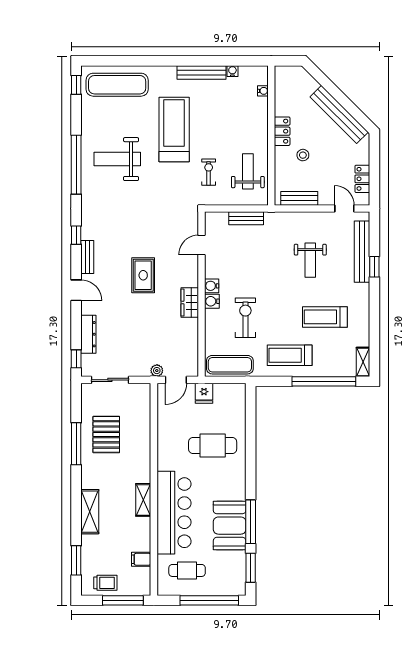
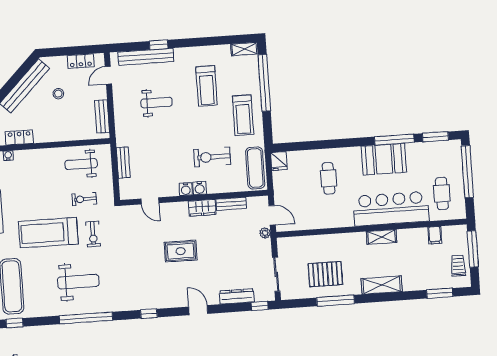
locker: (282, 131) -> (19, 138), moved
stool: (303, 155) -> (58, 94), moved
weight bench: (117, 159) -> (78, 282), turned -90
exercise bike: (169, 179) -> (93, 234), added
bench: (87, 257) -> (231, 204), moved
door: (76, 290) -> (198, 310), hinge flipped
fridge: (204, 393) -> (279, 161), moved, turned 90
cafe table: (213, 446) -> (329, 178), width x0.73, depth x0.74
shelving: (90, 512) -> (382, 285), moved
booth: (230, 526) -> (384, 159), moved

